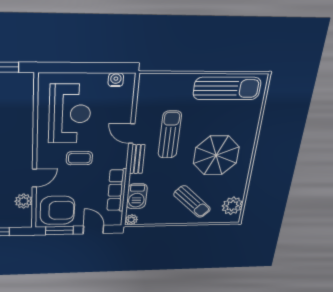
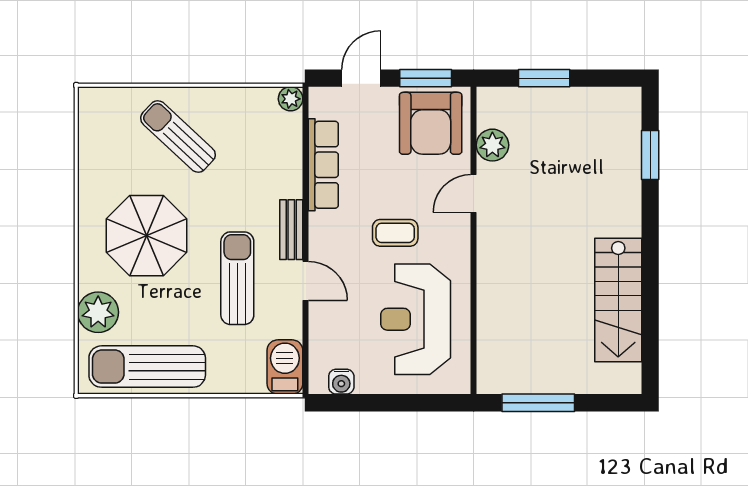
sun lounger: (170, 135) -> (237, 278), turned 180
barbecue: (137, 196) -> (285, 367), moved
plant: (232, 206) -> (98, 312), moved
armchair: (57, 210) -> (431, 123), turned -90
door: (93, 230) -> (361, 78), swing flipped

